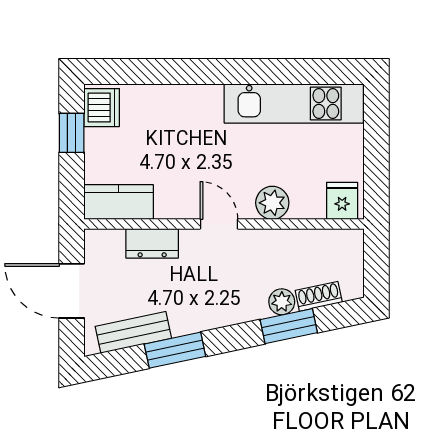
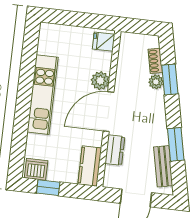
kitchen unit: (294, 103) -> (43, 95), moved
door: (219, 224) -> (108, 112), width x1.87

